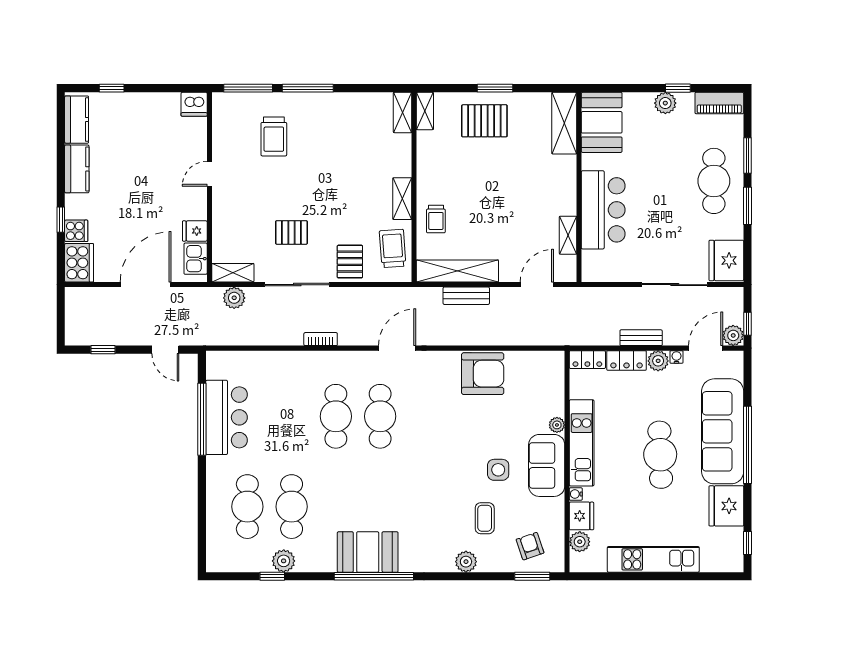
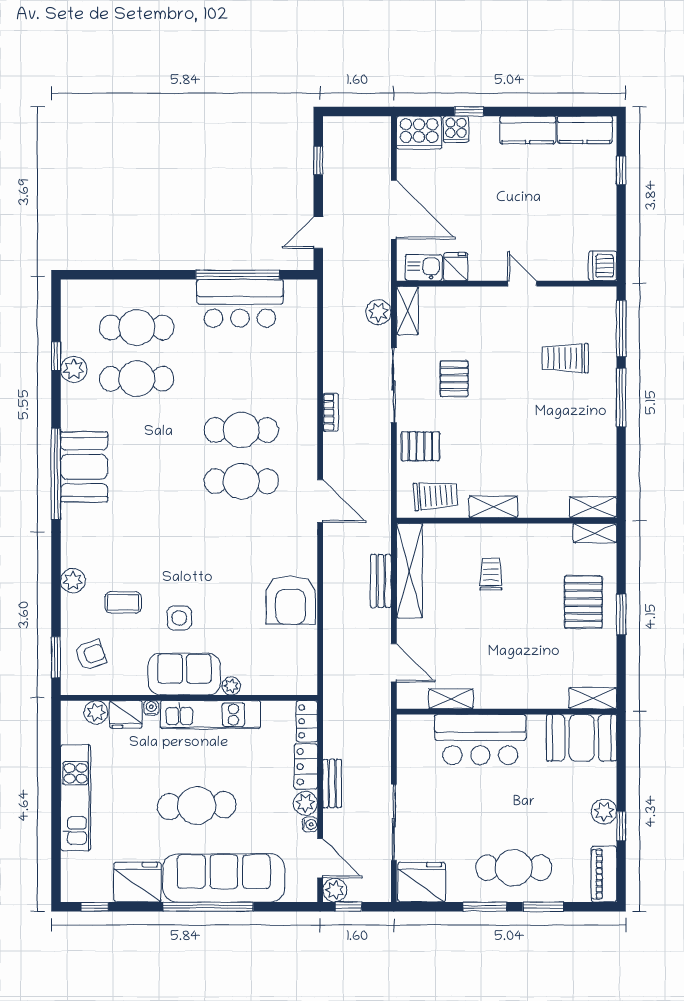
shelving: (564, 123) -> (593, 698), width x0.67, depth x0.75
trolley: (436, 219) -> (491, 574), moved, turned 90

